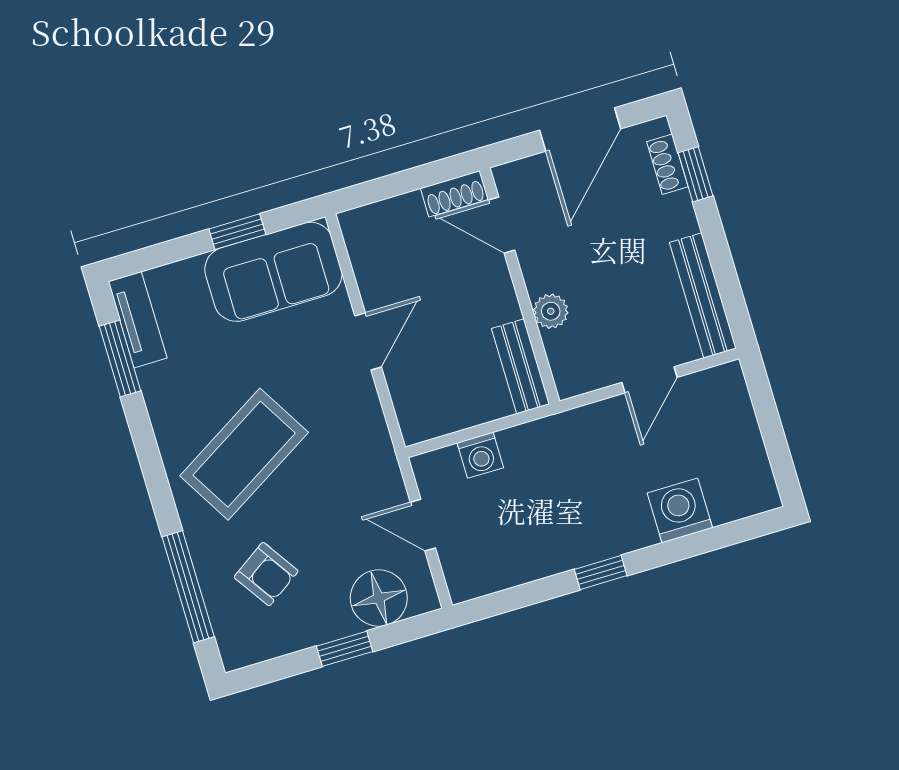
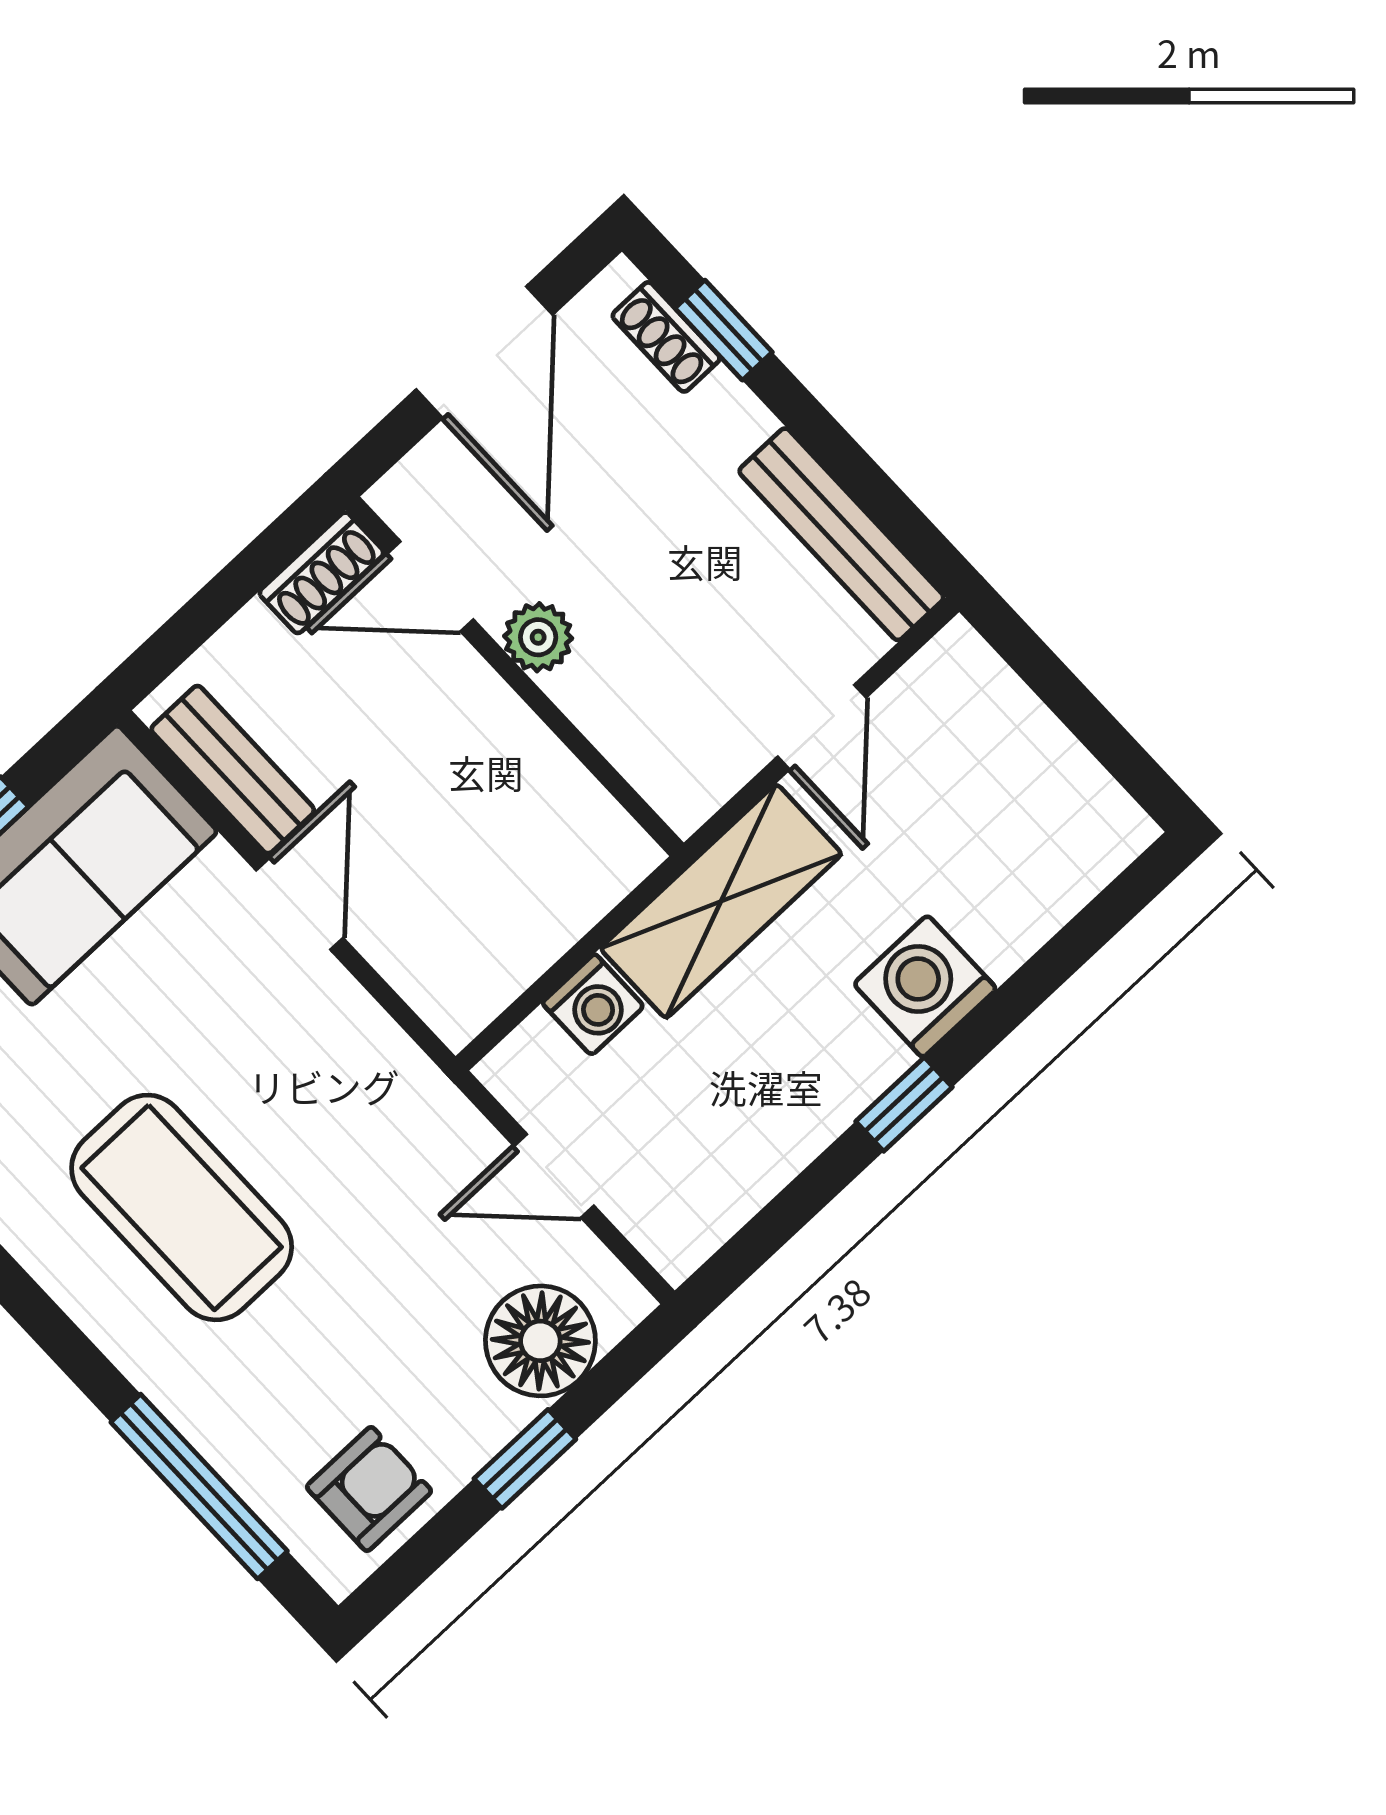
plant: (551, 311) -> (538, 637), moved
bench: (520, 366) -> (233, 770), moved
shelving: (563, 437) -> (721, 901), added
coffee table: (244, 454) -> (182, 1207), turned -59
washing machine: (680, 510) -> (925, 986), moved
armchair: (266, 574) -> (369, 1489), moved, turned -56

